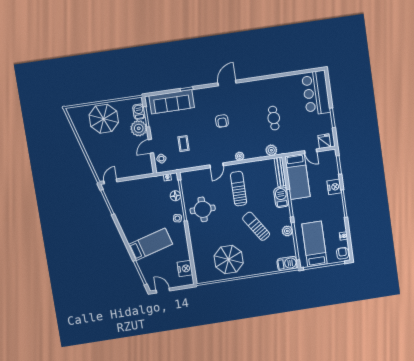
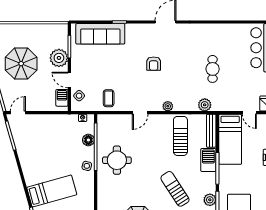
barbecue: (139, 112) -> (62, 98), moved
parasol: (104, 119) -> (21, 64), moved
coffee table: (184, 144) -> (109, 98), moved
door: (151, 146) -> (69, 80), hinge flipped
sun lounger: (239, 189) -> (180, 136), moved

